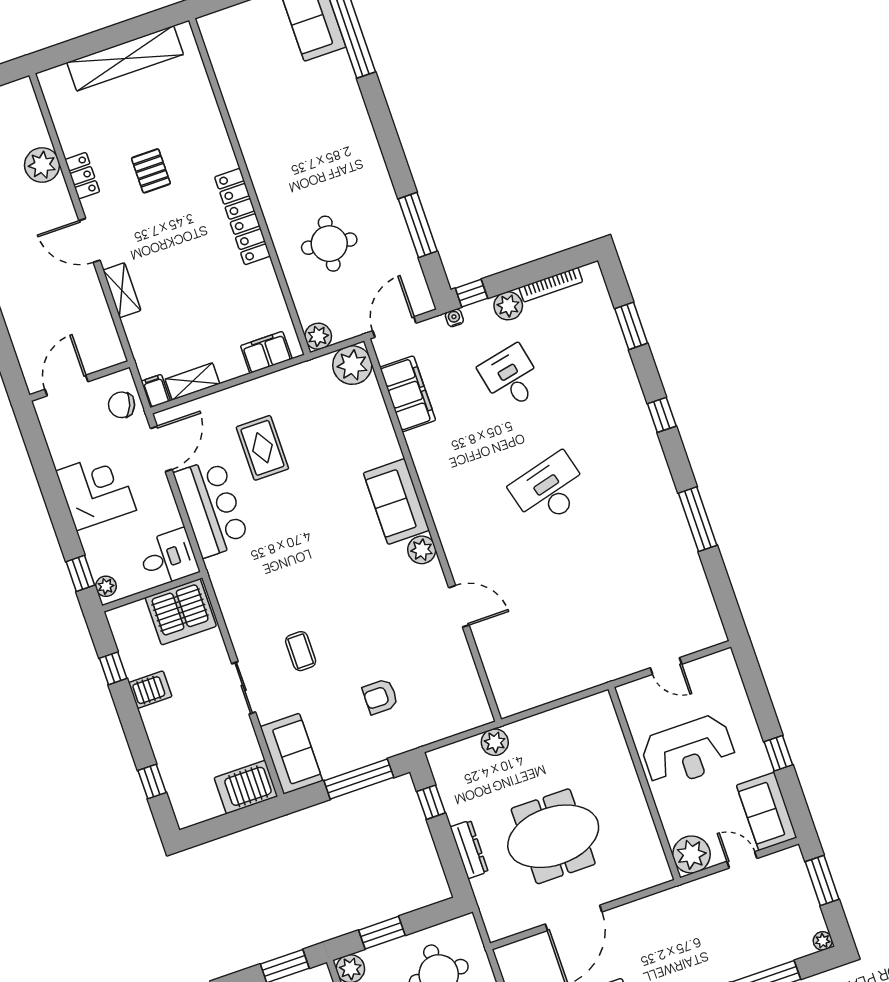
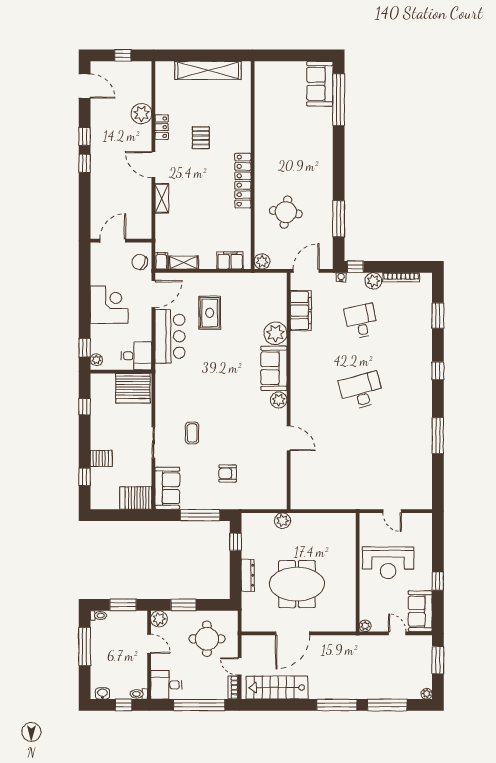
plant: (352, 365) -> (275, 333), moved
server rack: (150, 690) -> (101, 458), moved
plant: (691, 855) -> (365, 626), width x0.53, depth x0.53

